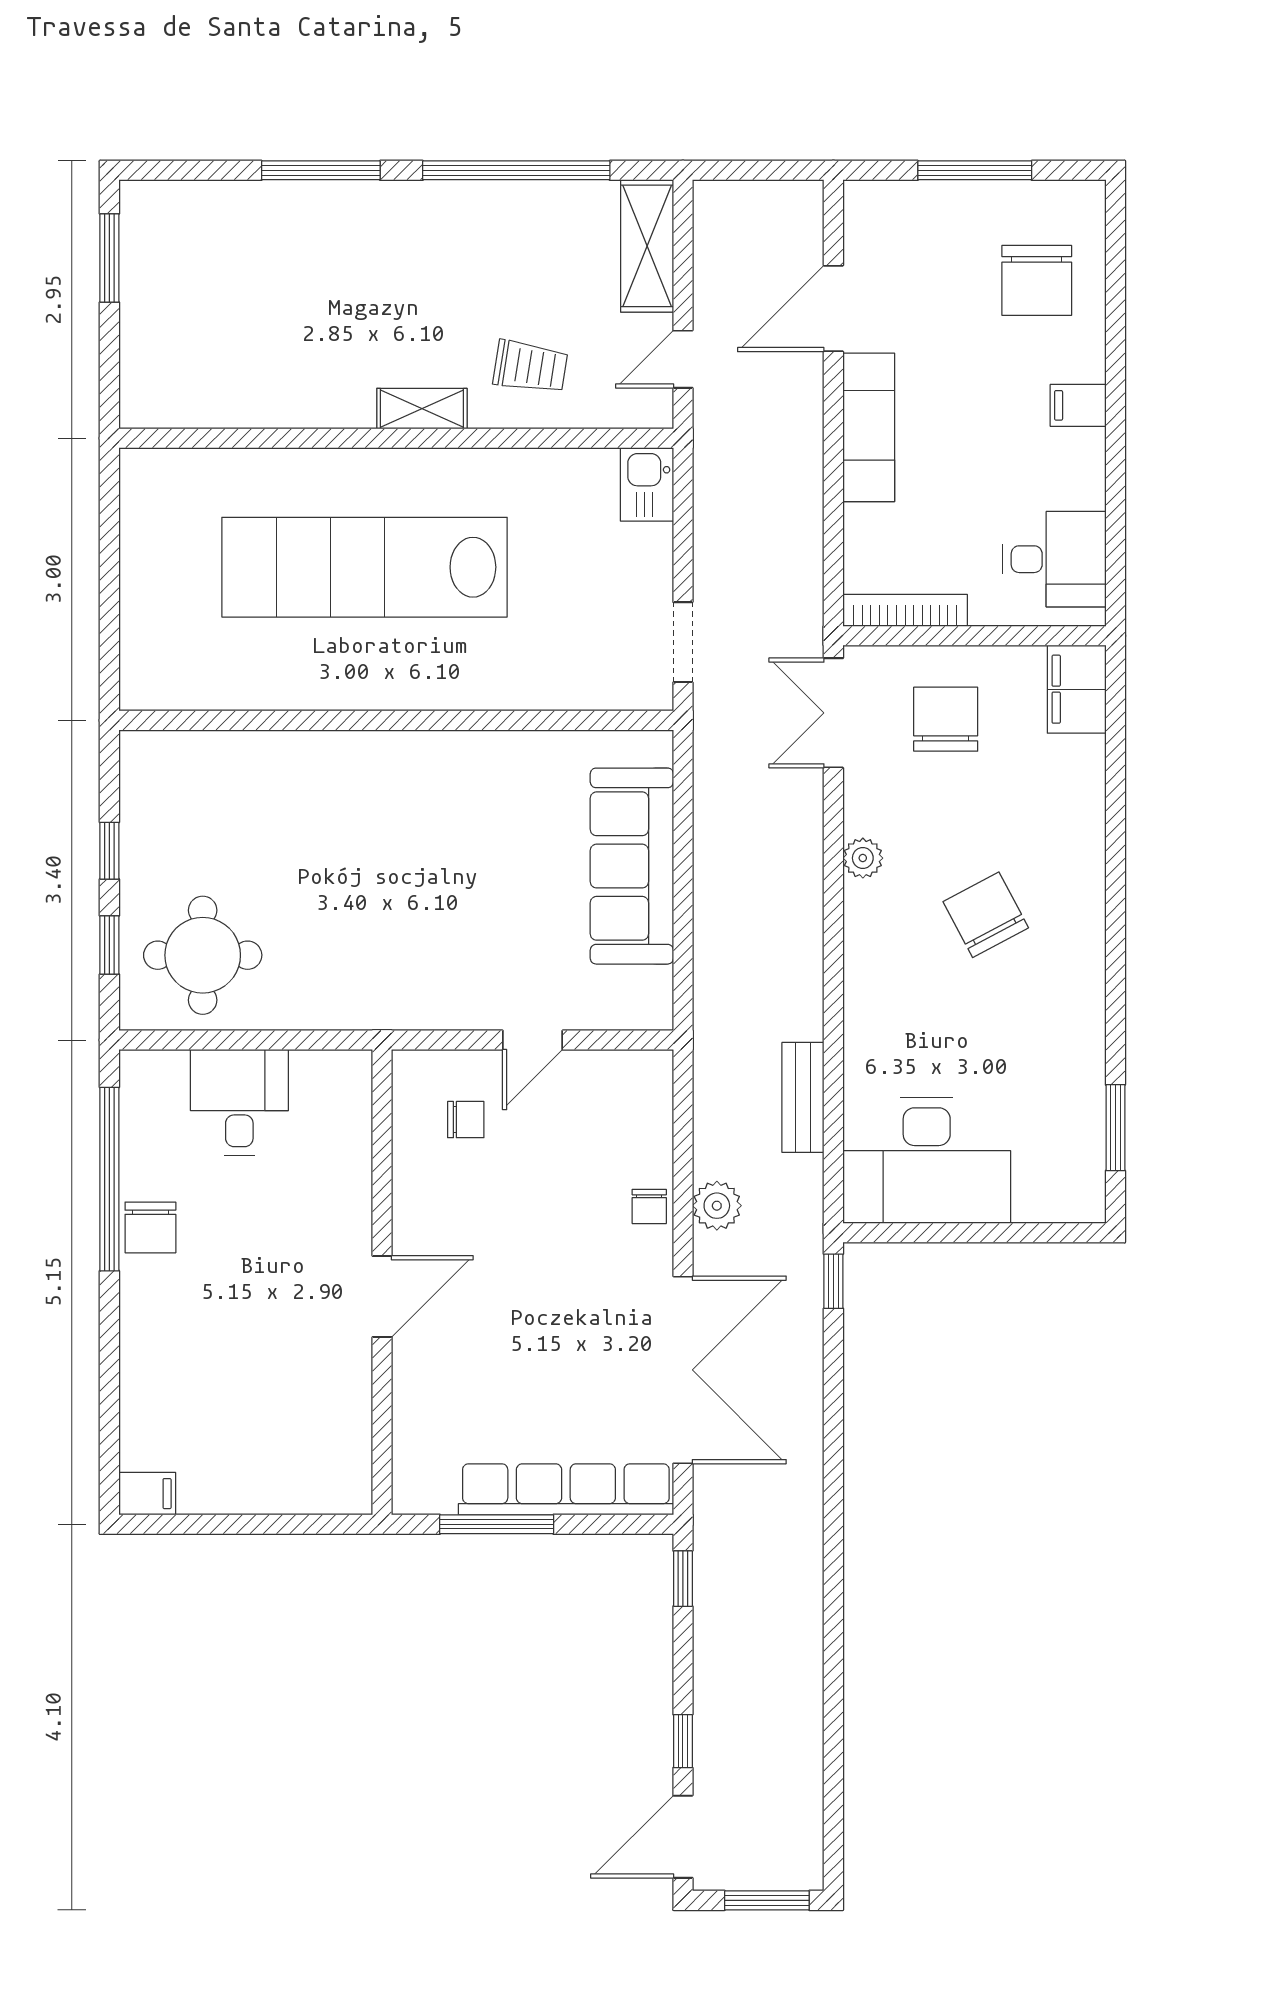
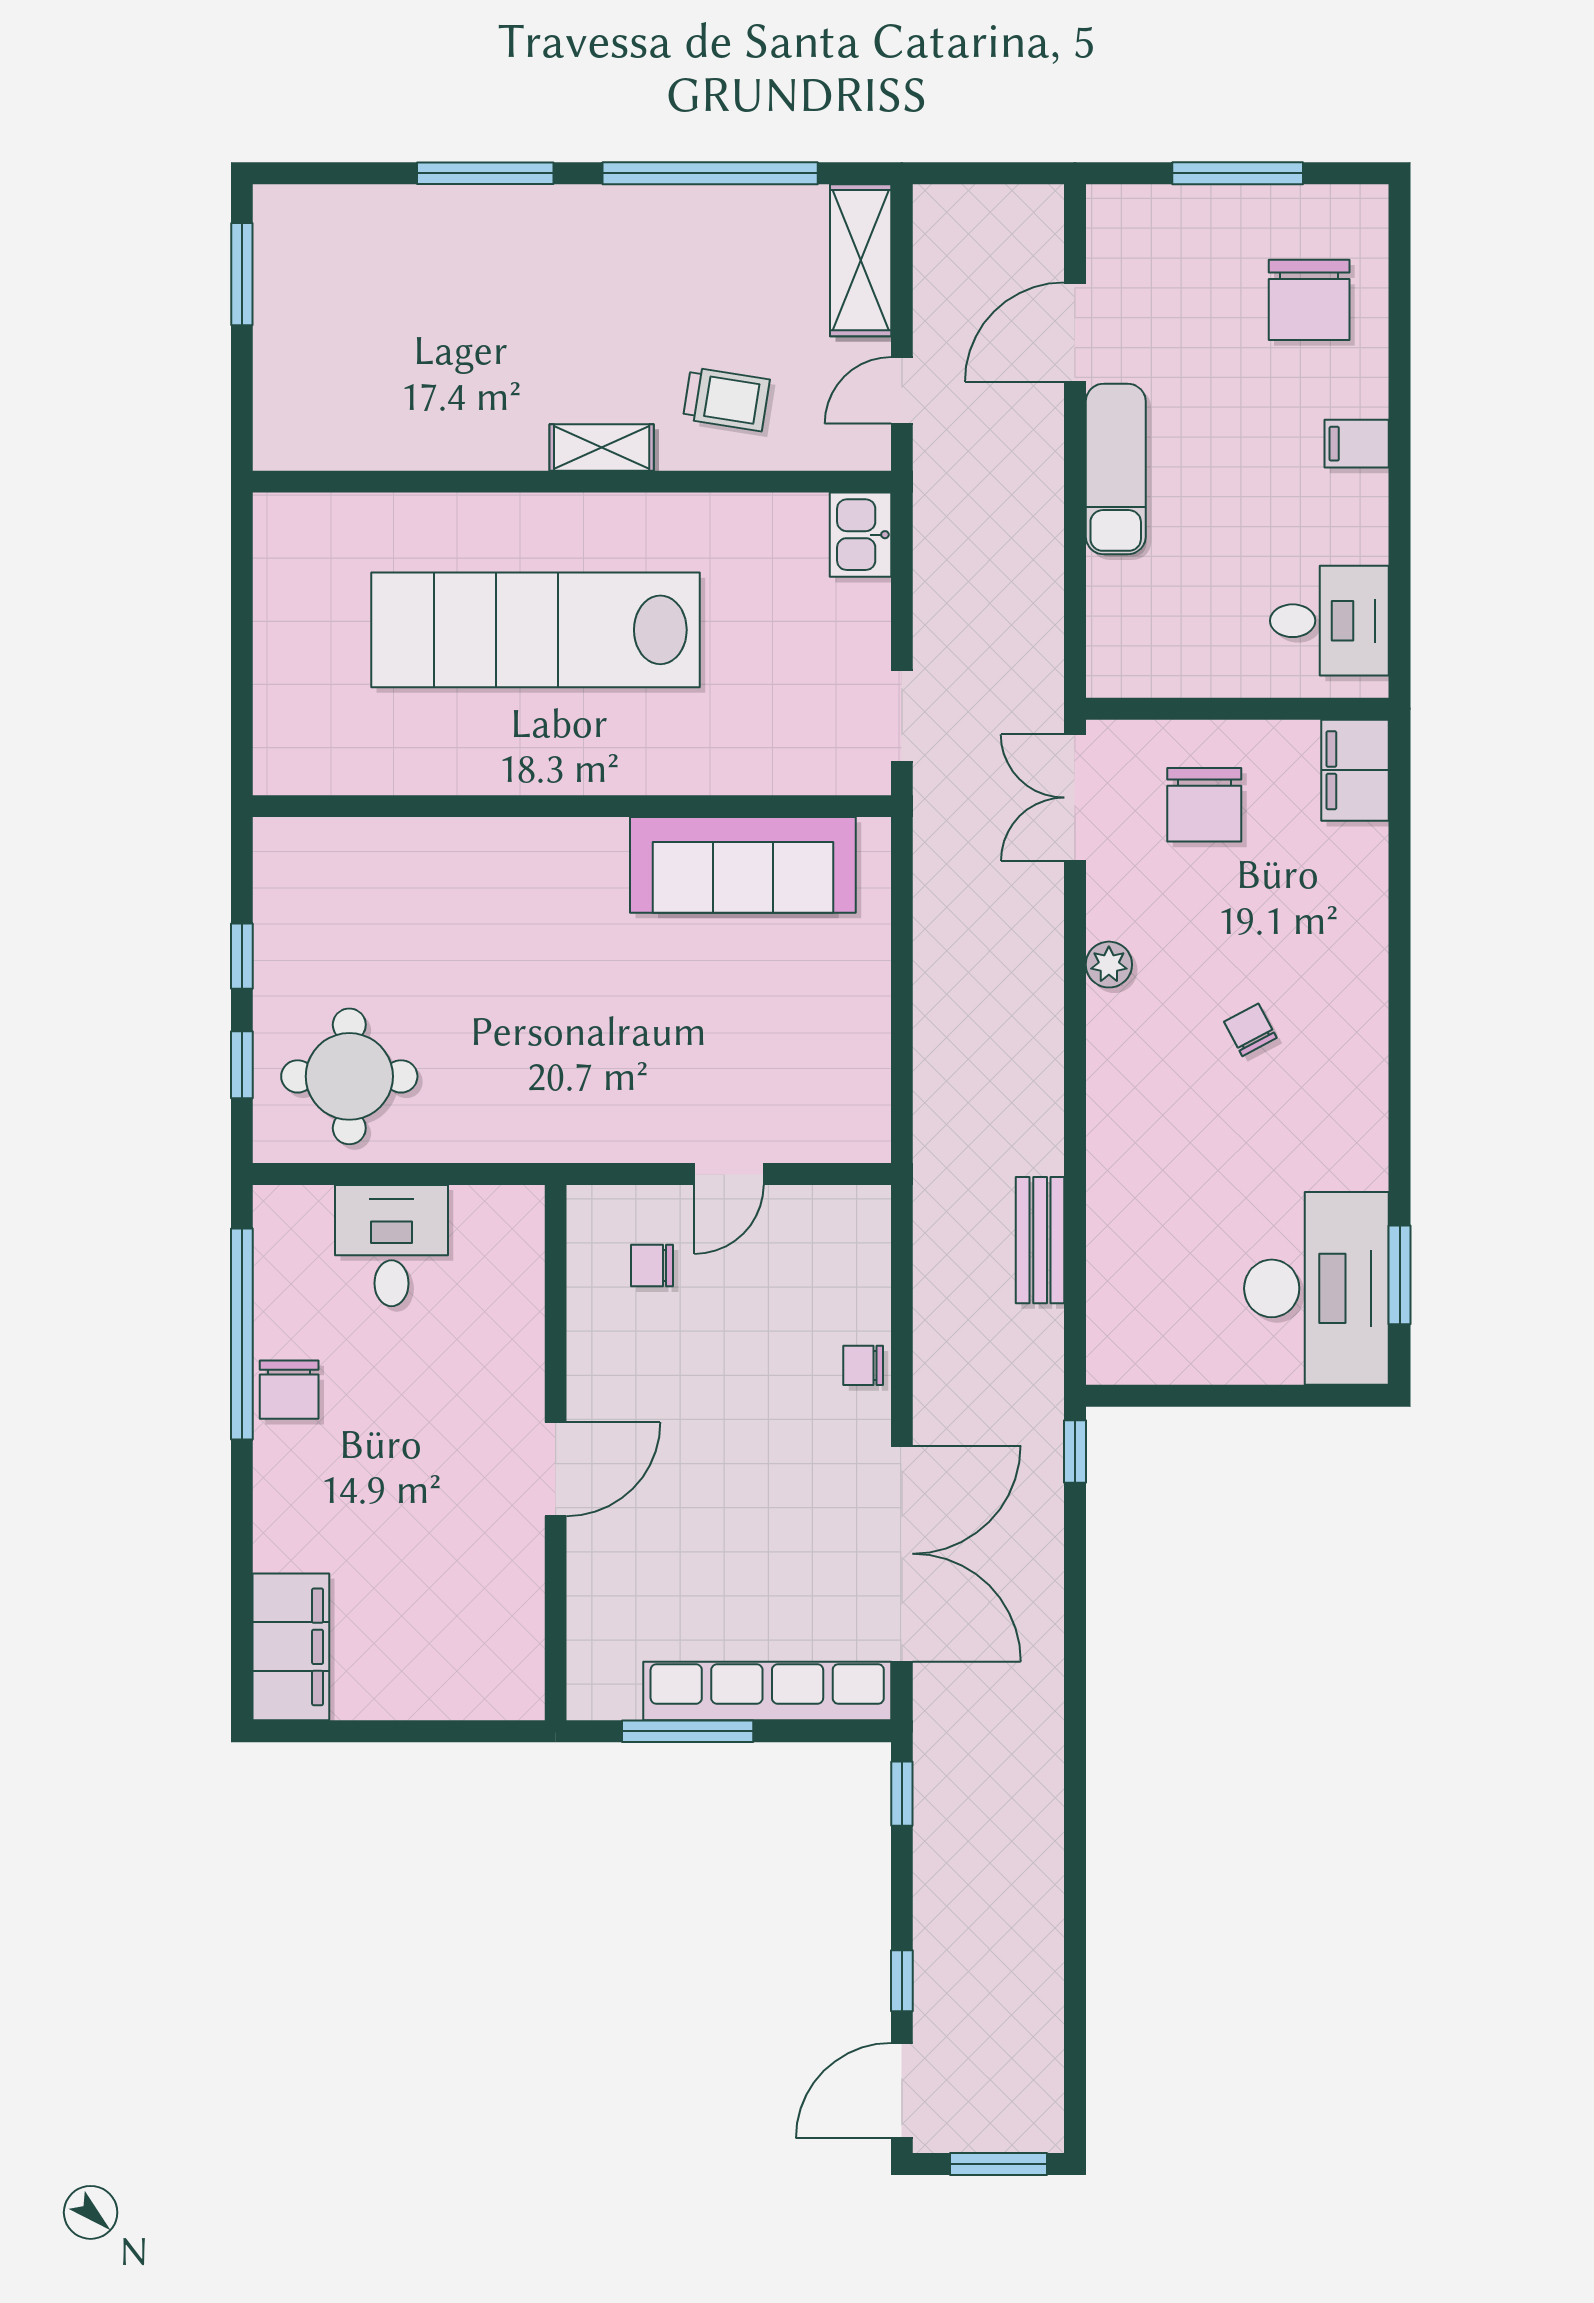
bookcase: (905, 610) -> (1158, 680), removed
chair: (946, 719) -> (1204, 805), turned 180
sofa: (632, 866) -> (743, 865), moved, turned -90
chair: (986, 915) -> (1250, 1030), width x0.54, depth x0.54
chair: (466, 1120) -> (652, 1266), turned 180
desk: (927, 1161) -> (1316, 1288), moved, turned -90
chair: (649, 1206) -> (863, 1365), turned 90
plant: (717, 1206) -> (941, 1365), removed
filing cabinet: (147, 1494) -> (291, 1647), width x3.00, depth x1.17

